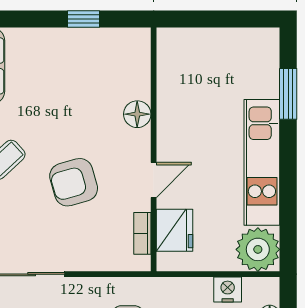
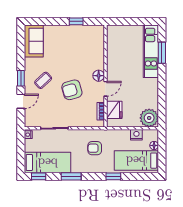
floor lamp: (137, 114) -> (99, 76), moved
kitchen unit: (262, 162) -> (151, 51), moved

